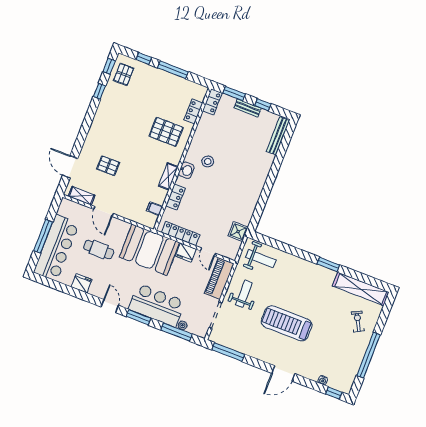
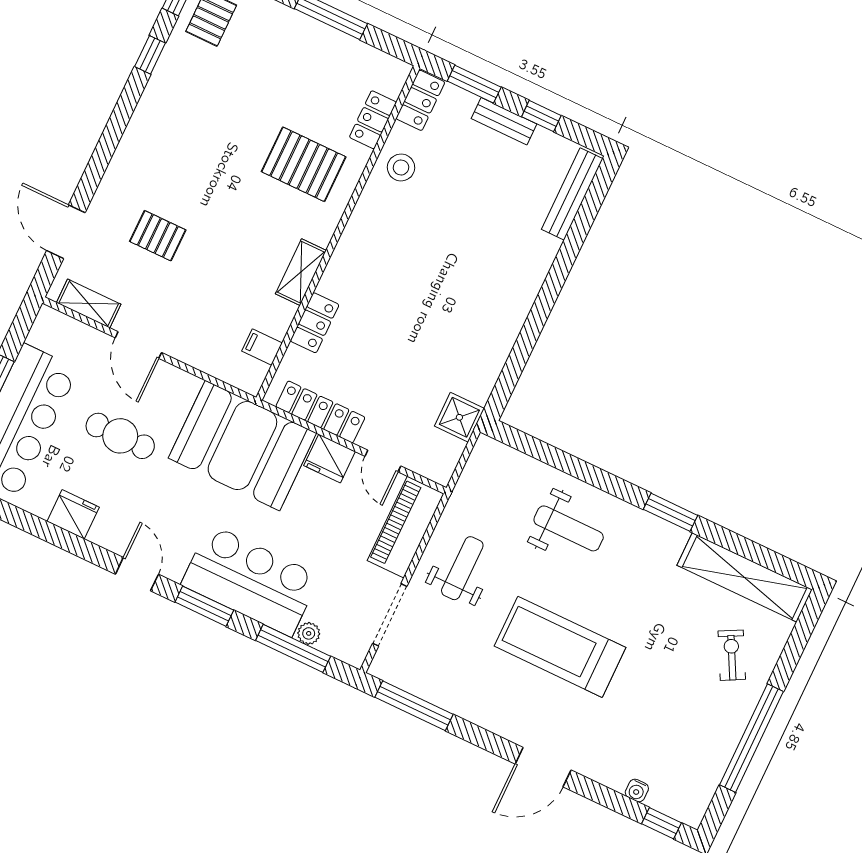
stool: (208, 161) -> (401, 167), moved
washbasin: (186, 170) -> (345, 260), removed
weight bench: (261, 259) -> (569, 528), moved

